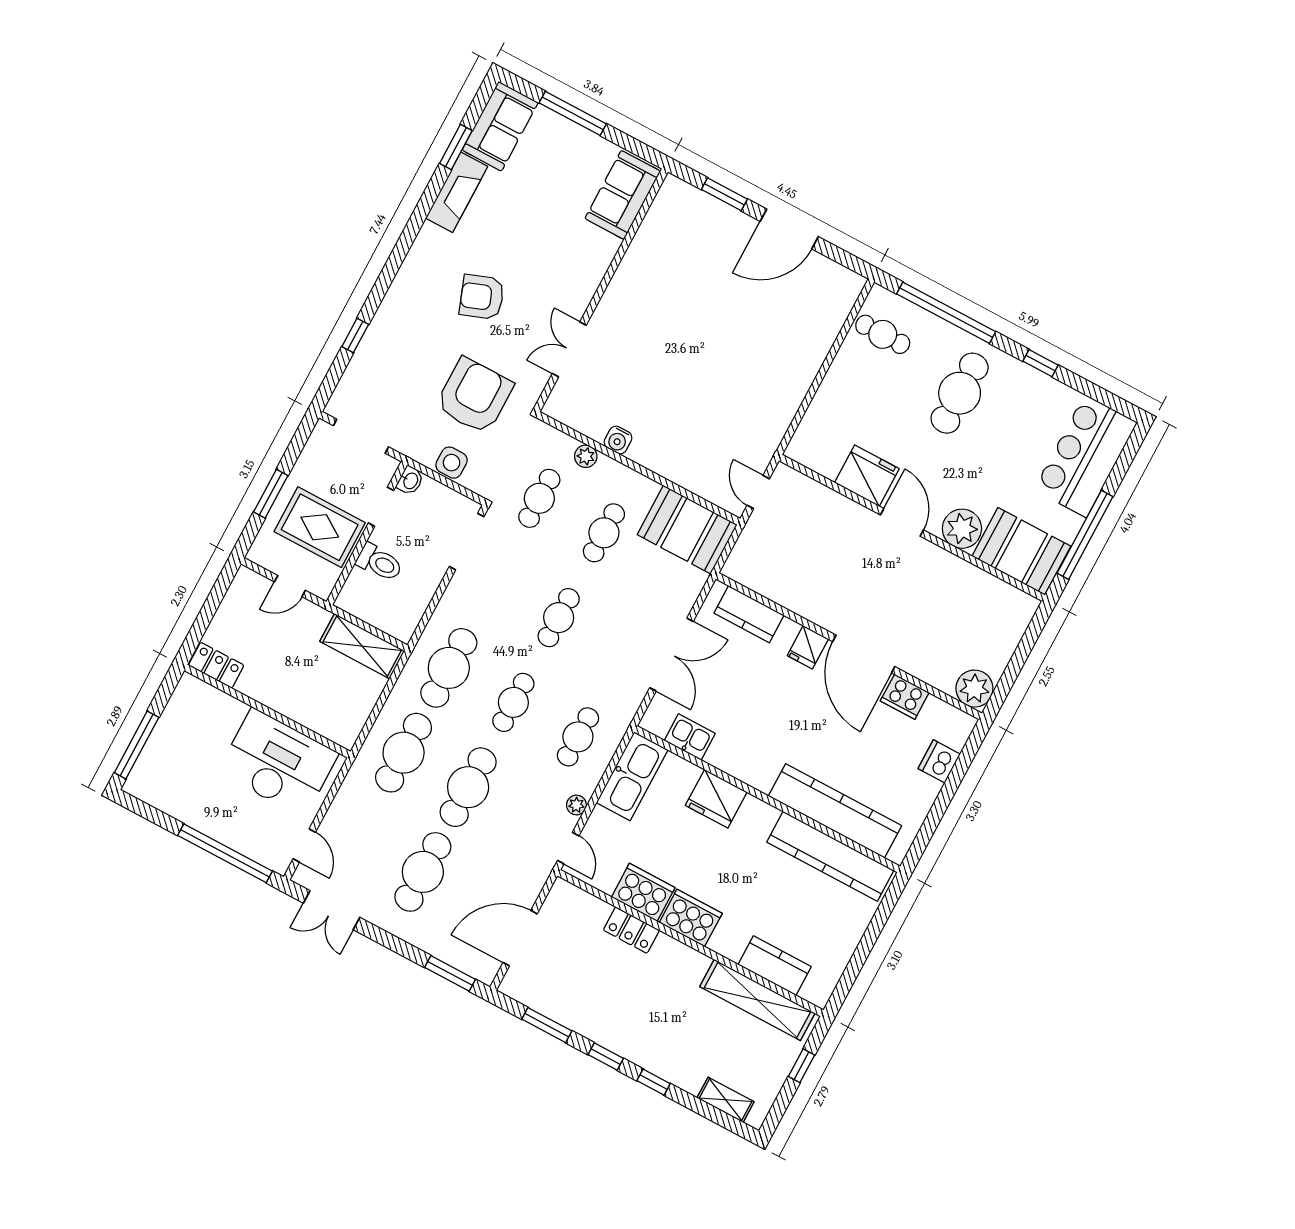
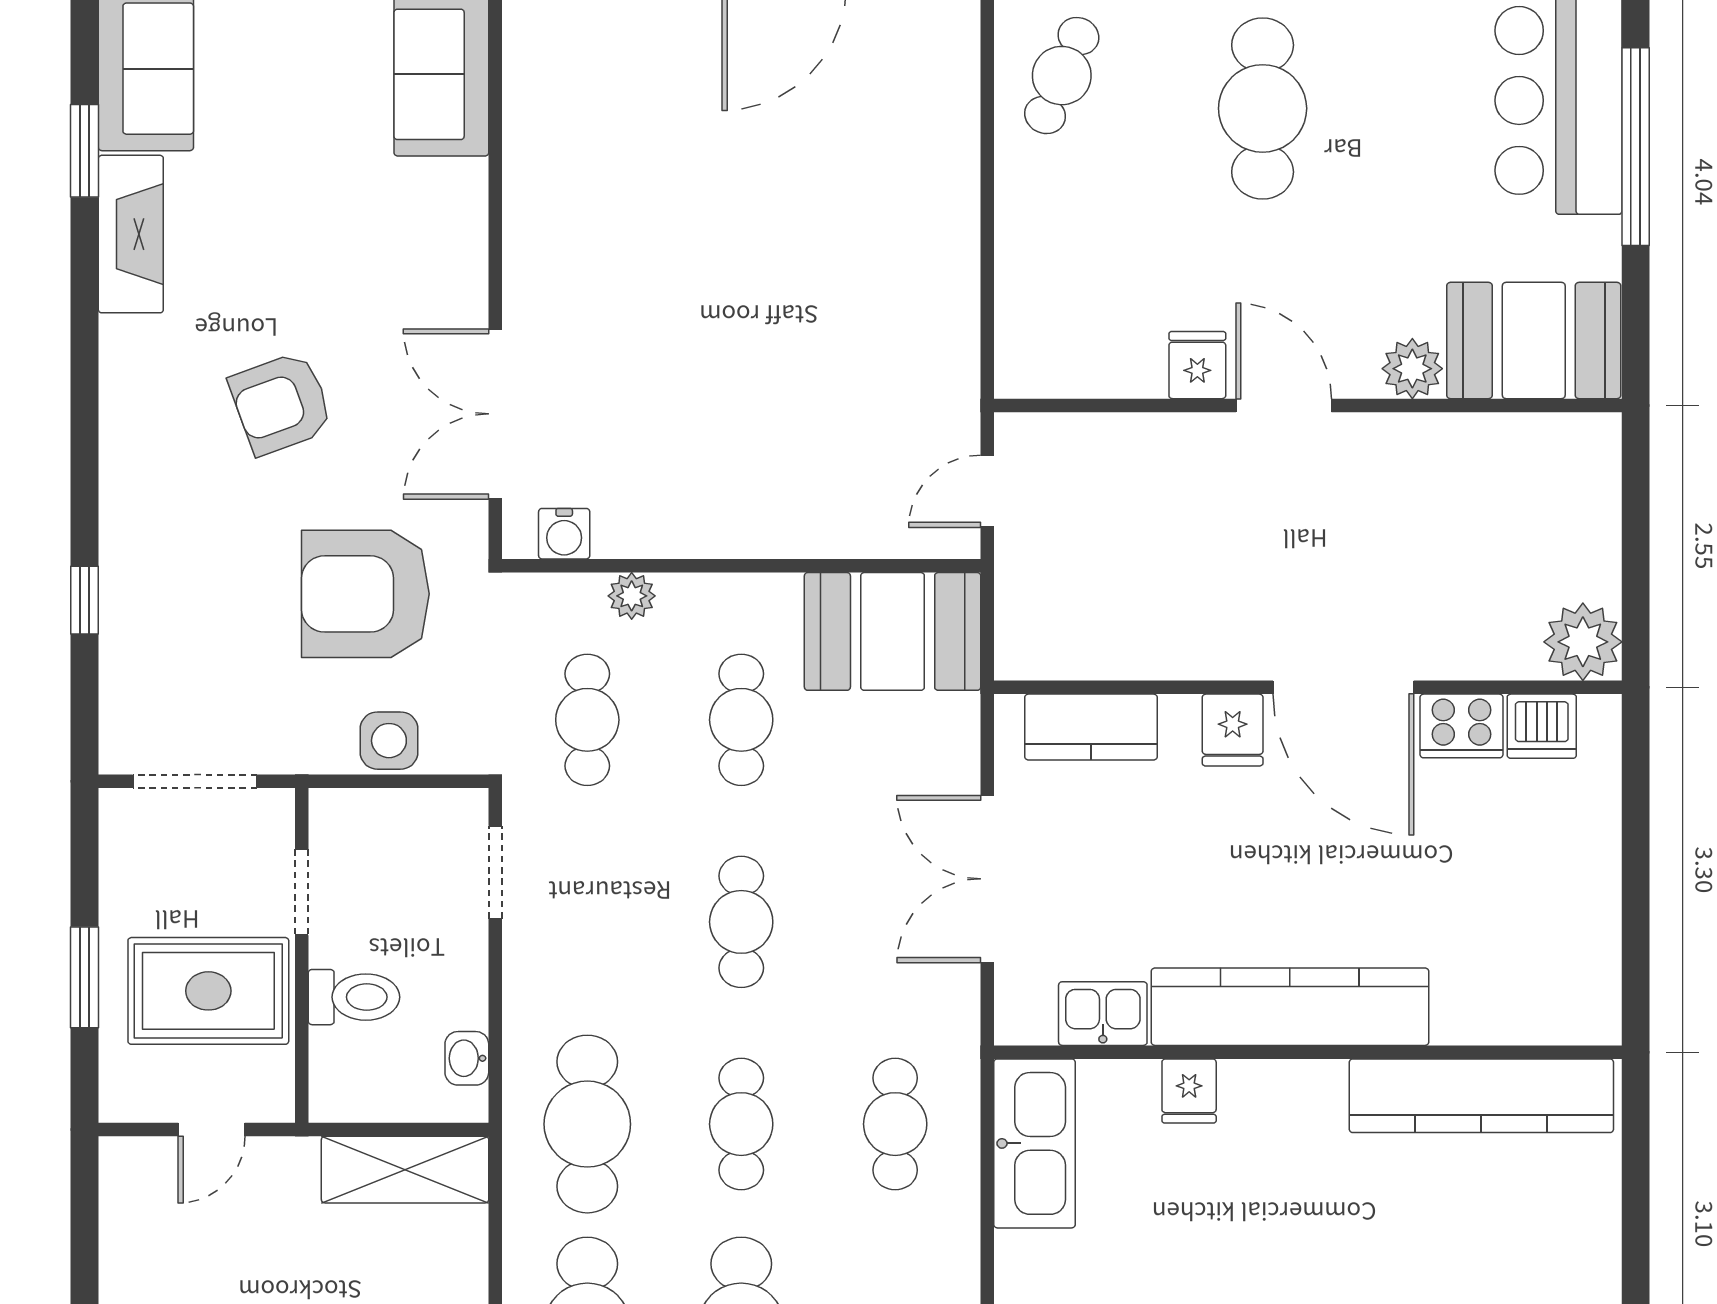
cafe table: (883, 334) -> (1062, 76), turned -67
double door: (569, 349) -> (495, 414), width x1.37
armchair: (474, 396) -> (365, 594), turned -90
water cooler: (618, 440) -> (564, 534), moved
fridge: (867, 476) -> (1197, 365), width x0.53, depth x0.75
washbasin: (410, 481) -> (467, 1058), moved, turned 180
door: (758, 492) -> (987, 491), hinge flipped
plant: (962, 529) -> (1412, 369), width x0.73, depth x0.73
window: (1085, 535) -> (1636, 147), moved
doorway: (467, 542) -> (495, 872), width x0.73
double door: (671, 655) -> (987, 879), swing flipped
dishwasher: (939, 761) -> (1542, 726), moved, turned -90
fridge: (716, 799) -> (1189, 1091), width x0.53, depth x0.75
plant: (576, 805) -> (960, 1252), removed
kitchen counter: (835, 811) -> (1290, 1007), moved

